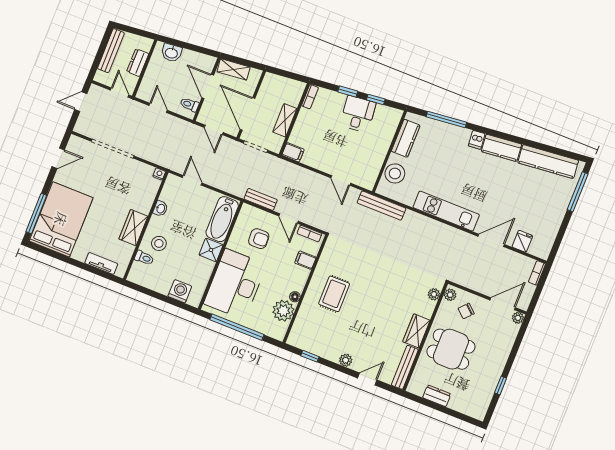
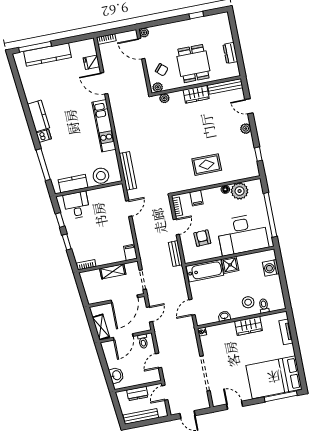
desk: (358, 114) -> (77, 205), moved, turned 96
kitchen counter: (548, 162) -> (48, 55), moved, turned 96

